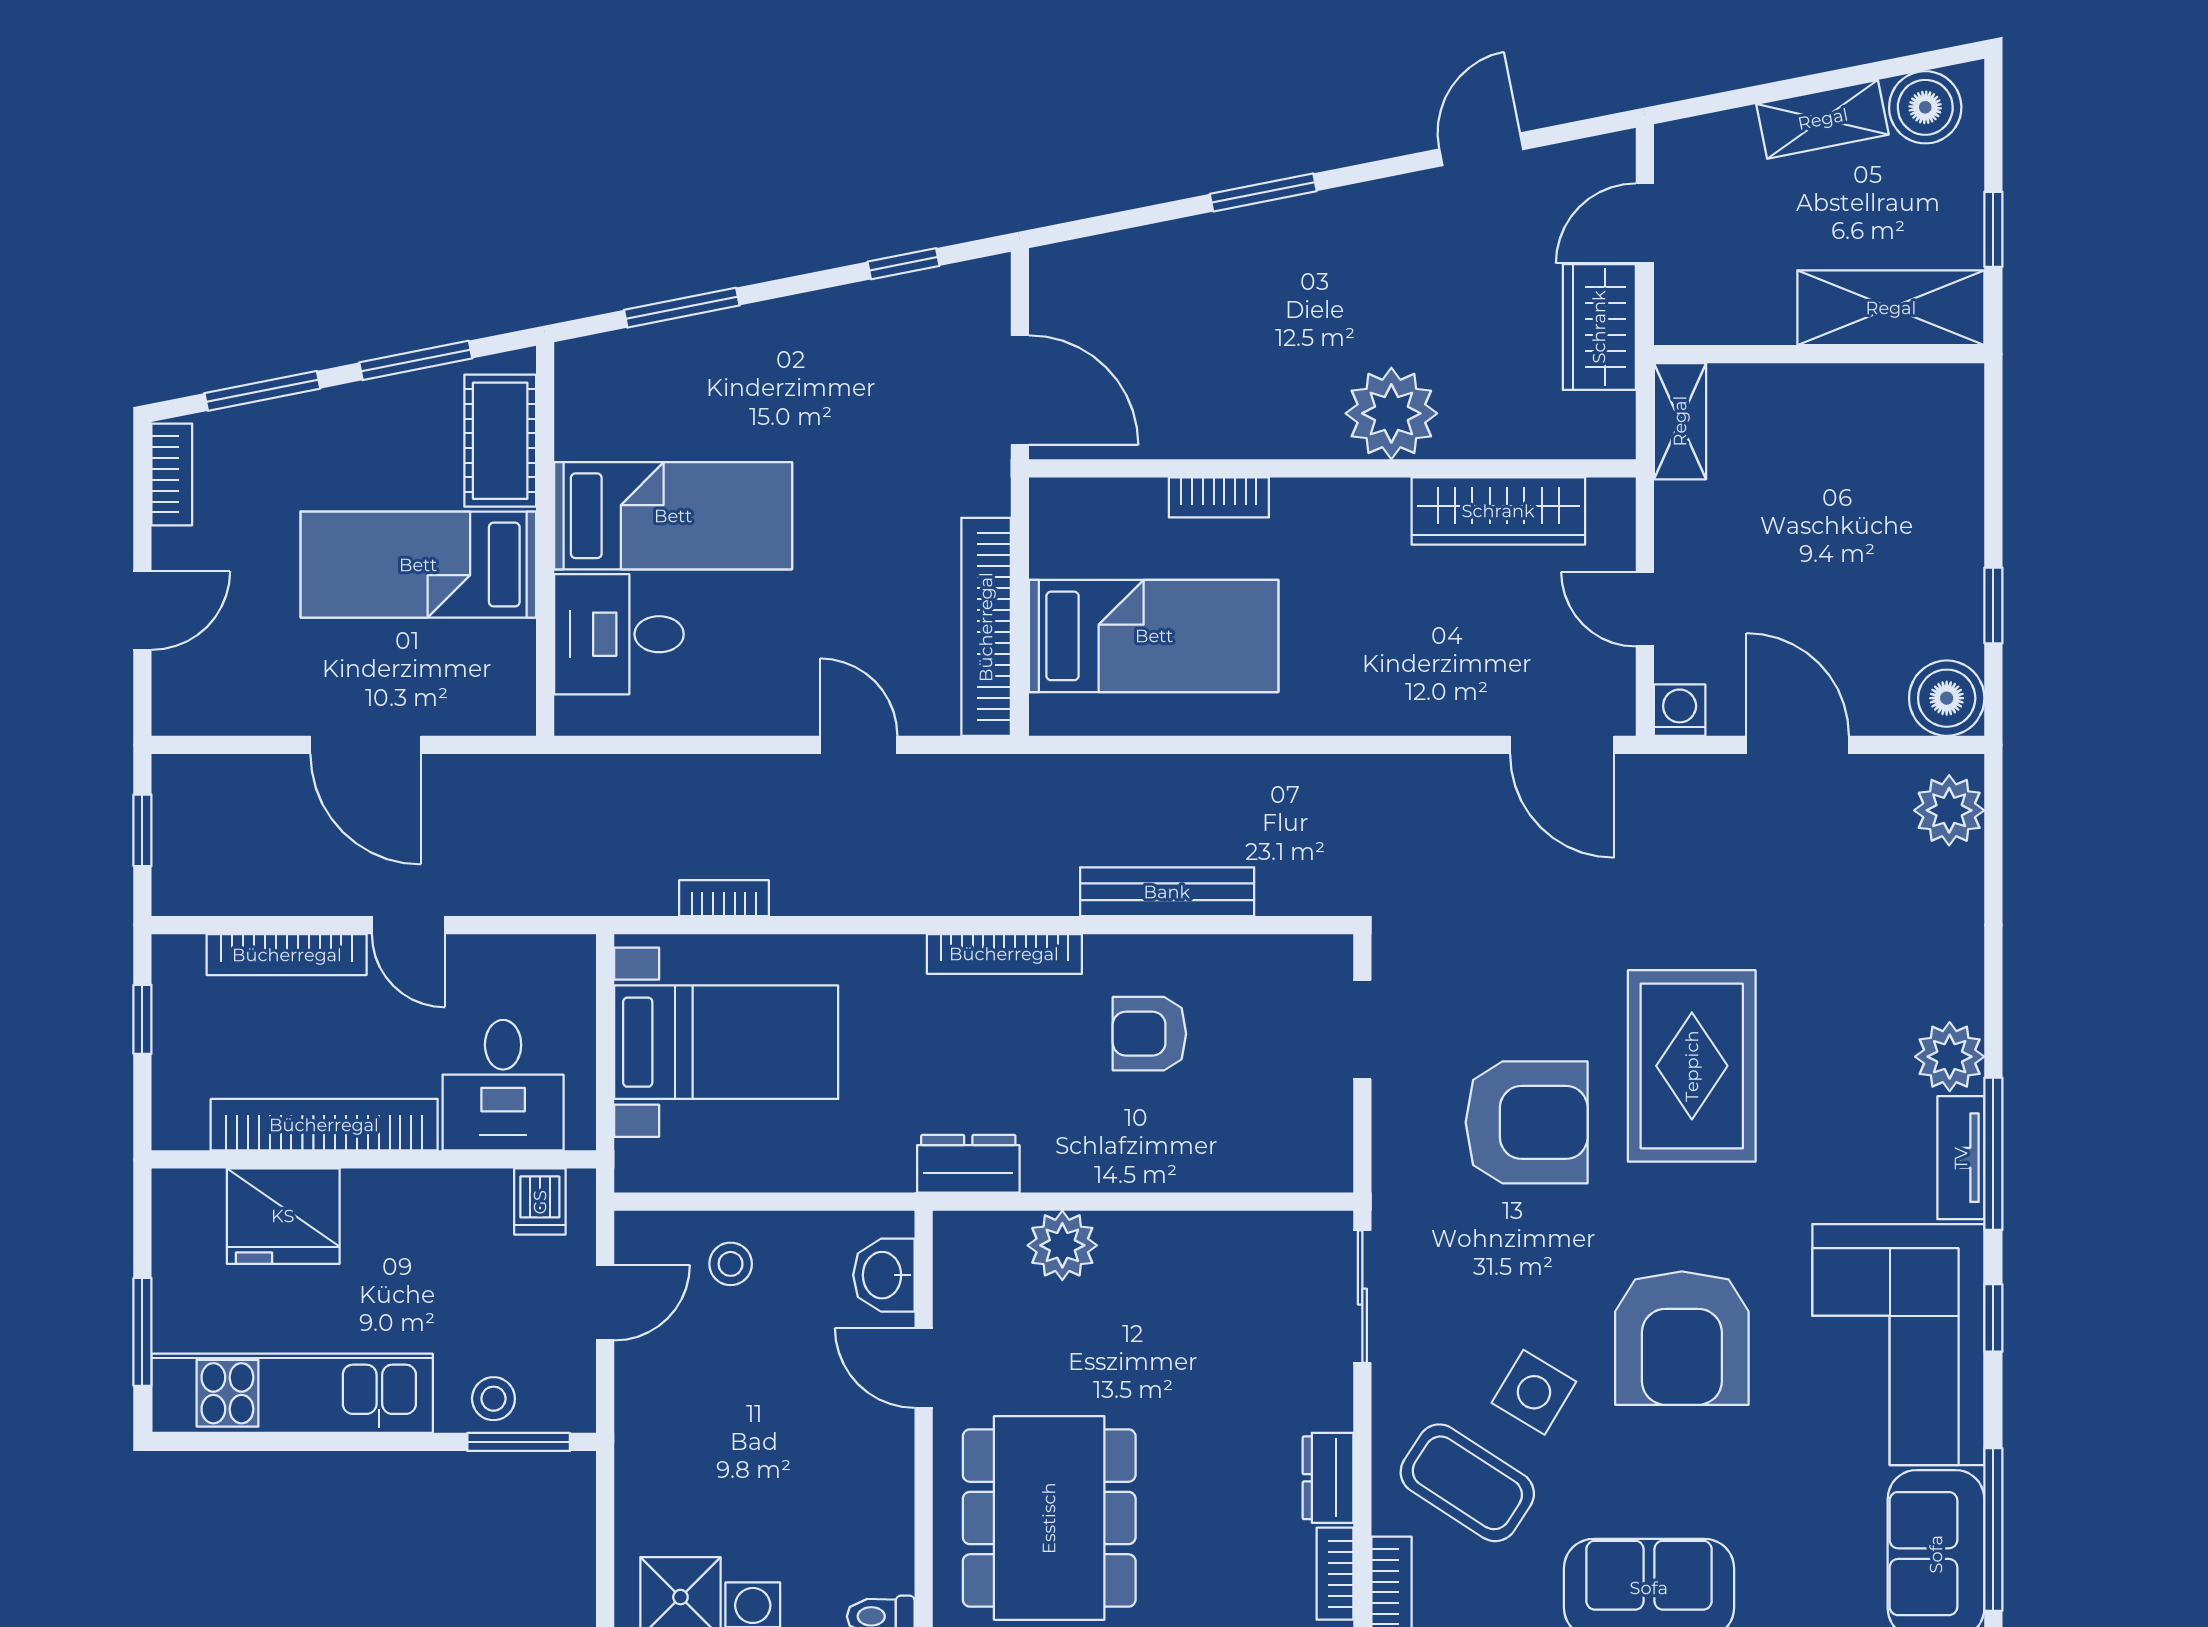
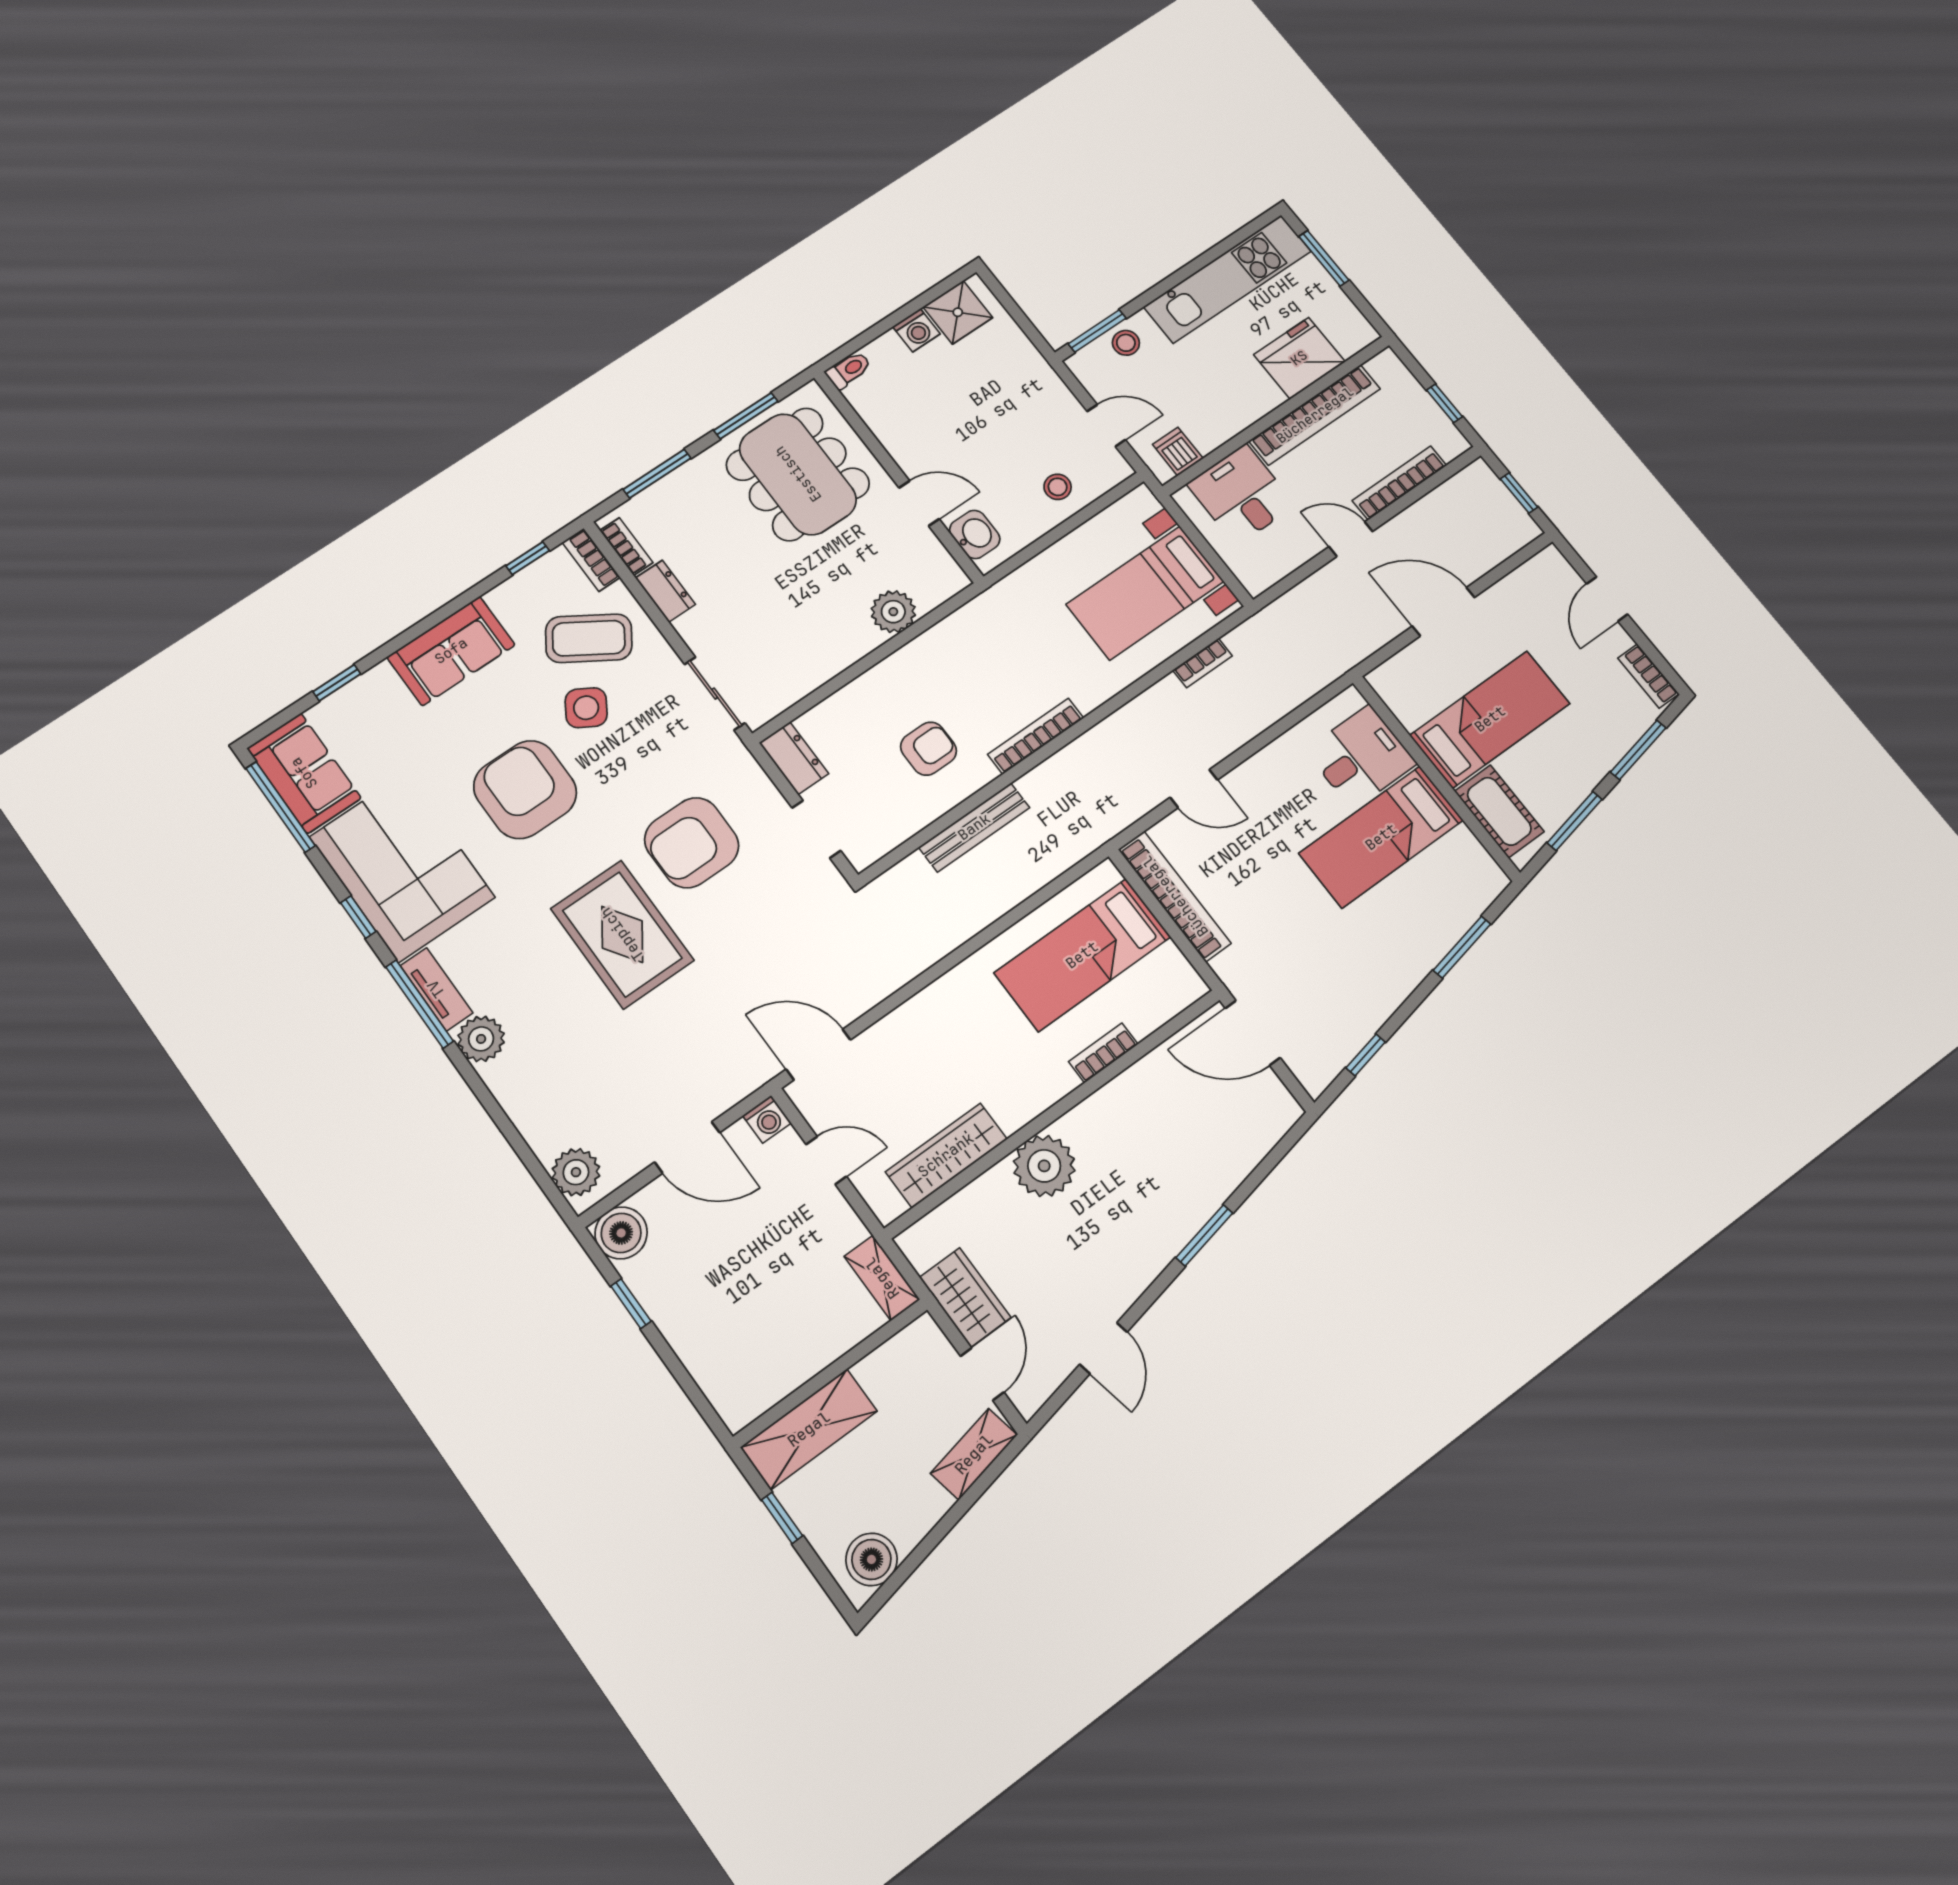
shelving: (1823, 119) -> (974, 1454), moved
dresser: (968, 1164) -> (794, 758), moved, turned -90
door: (605, 1303) -> (1106, 426), swing flipped

